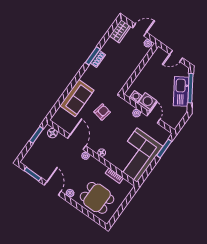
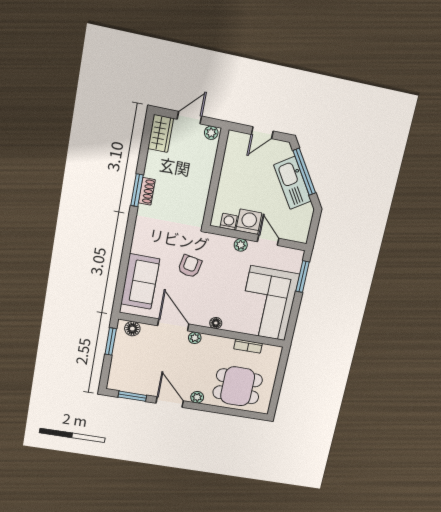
sofa: (77, 98) -> (140, 281), moved

